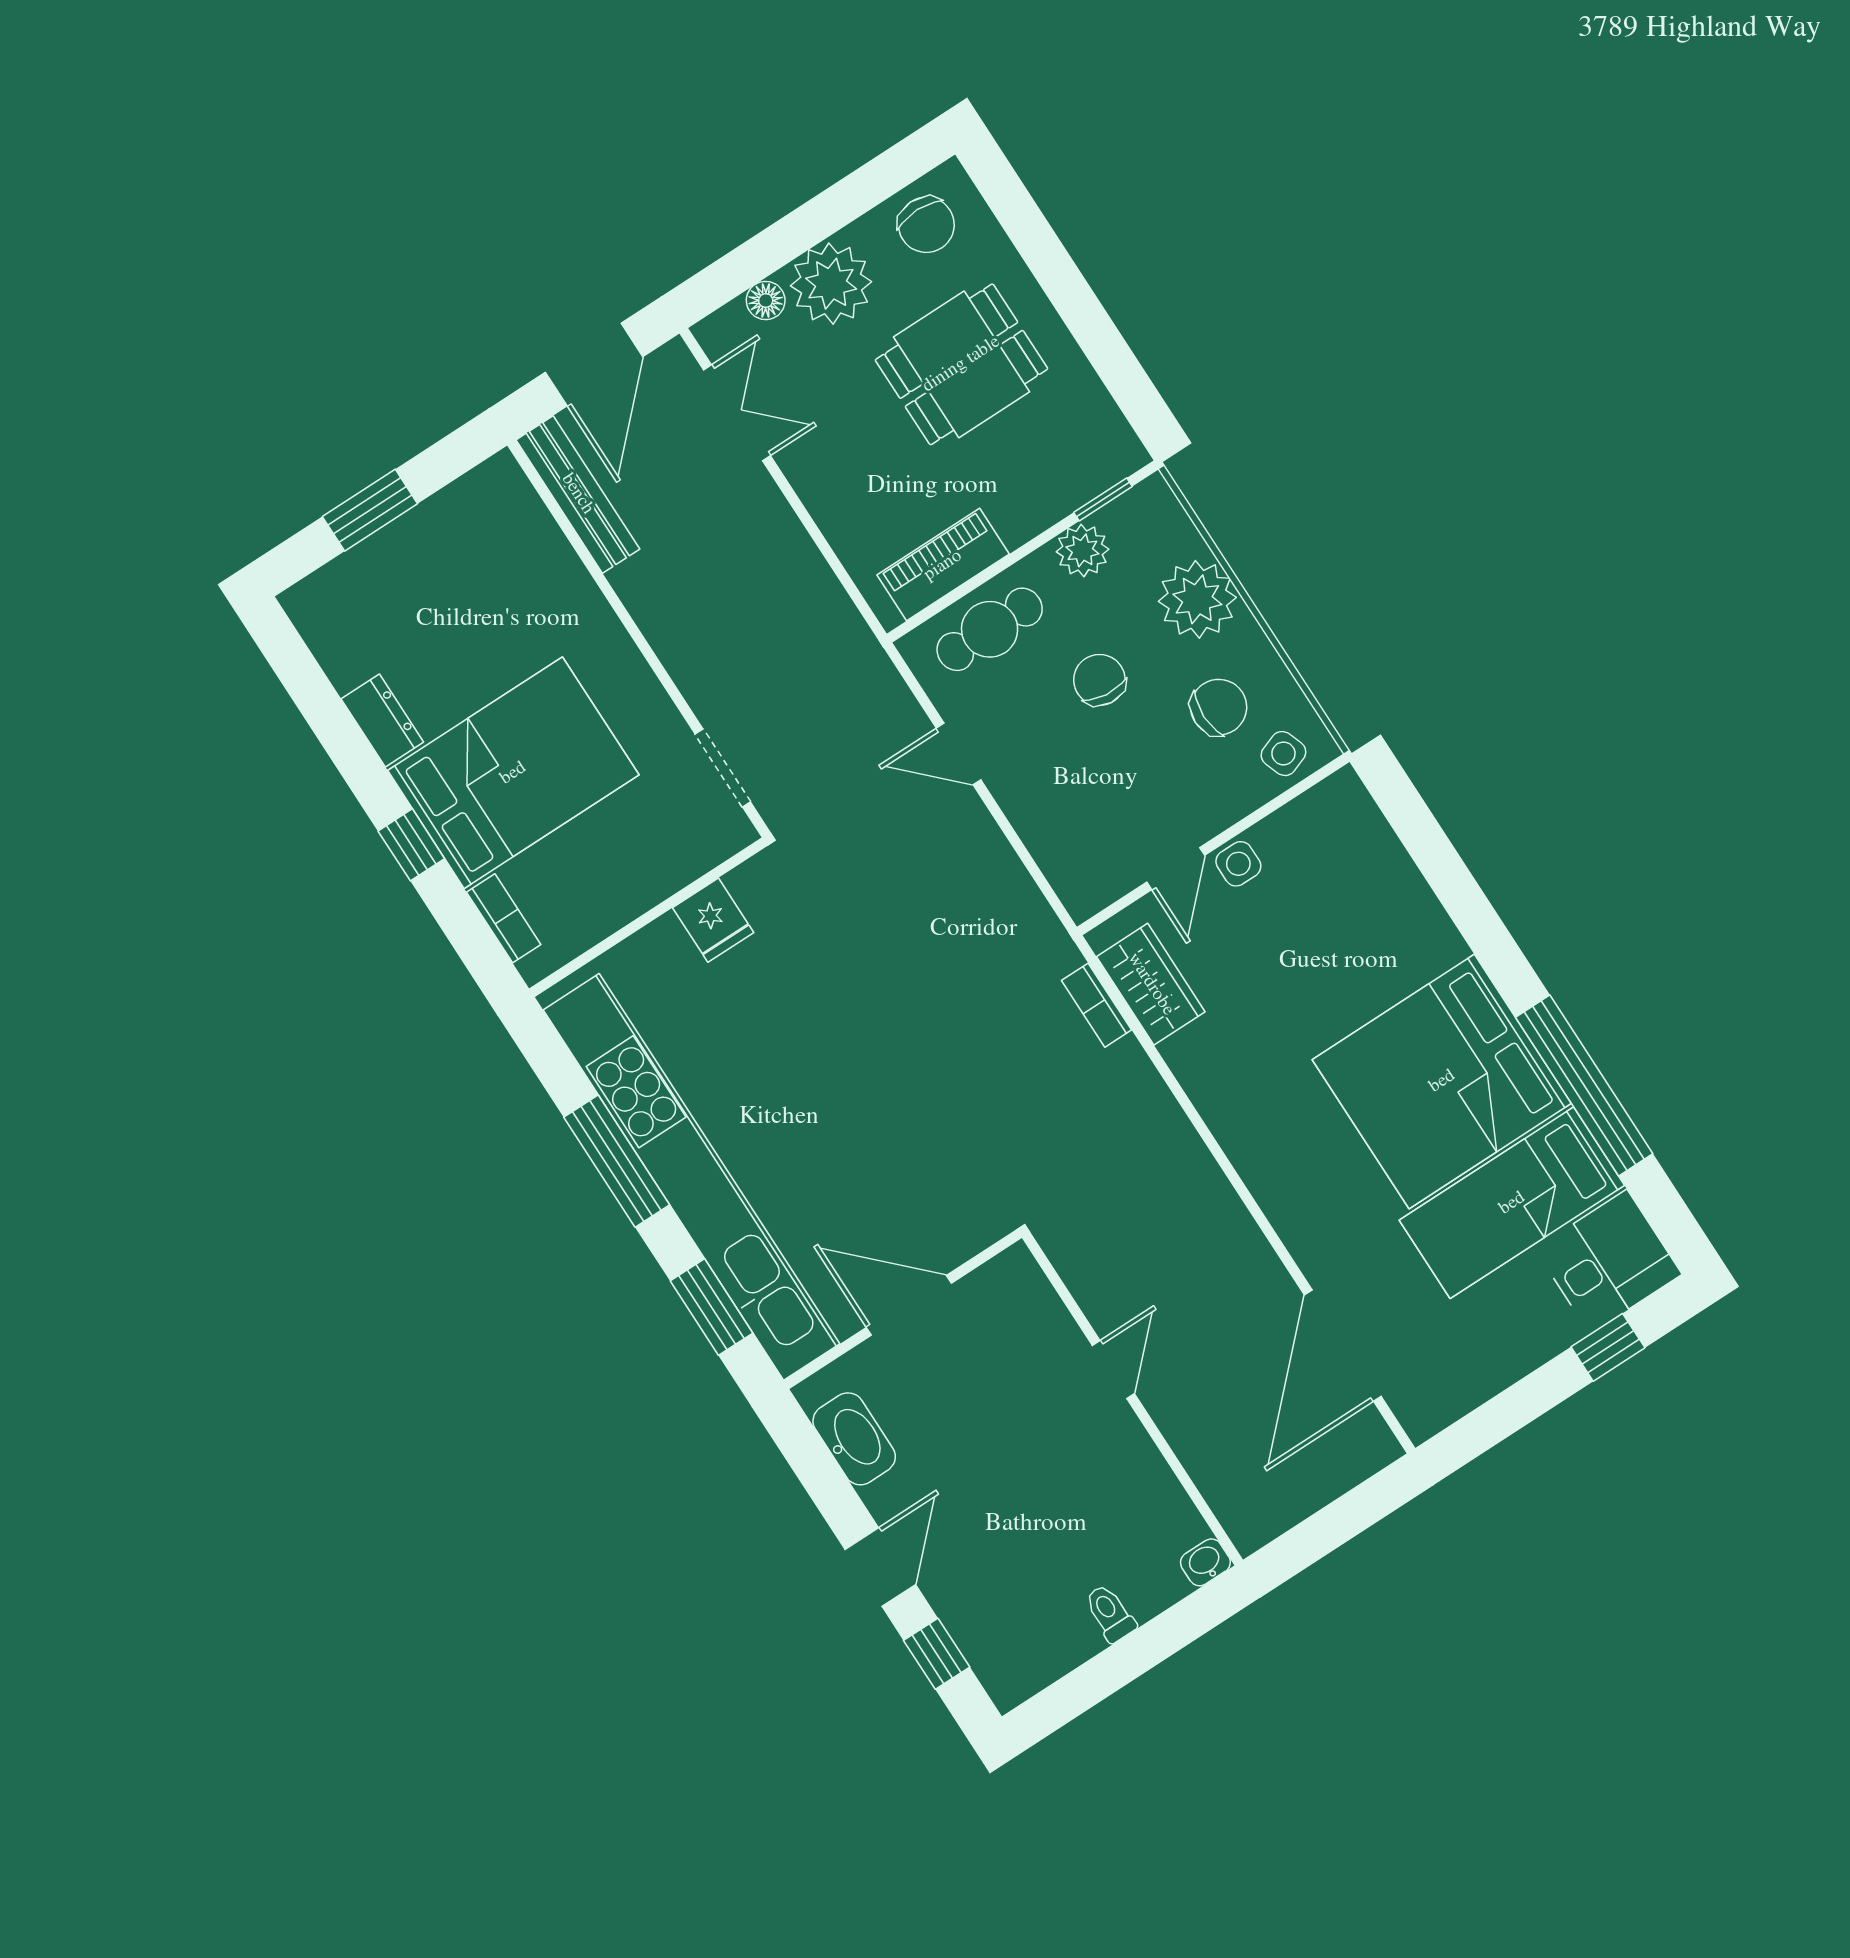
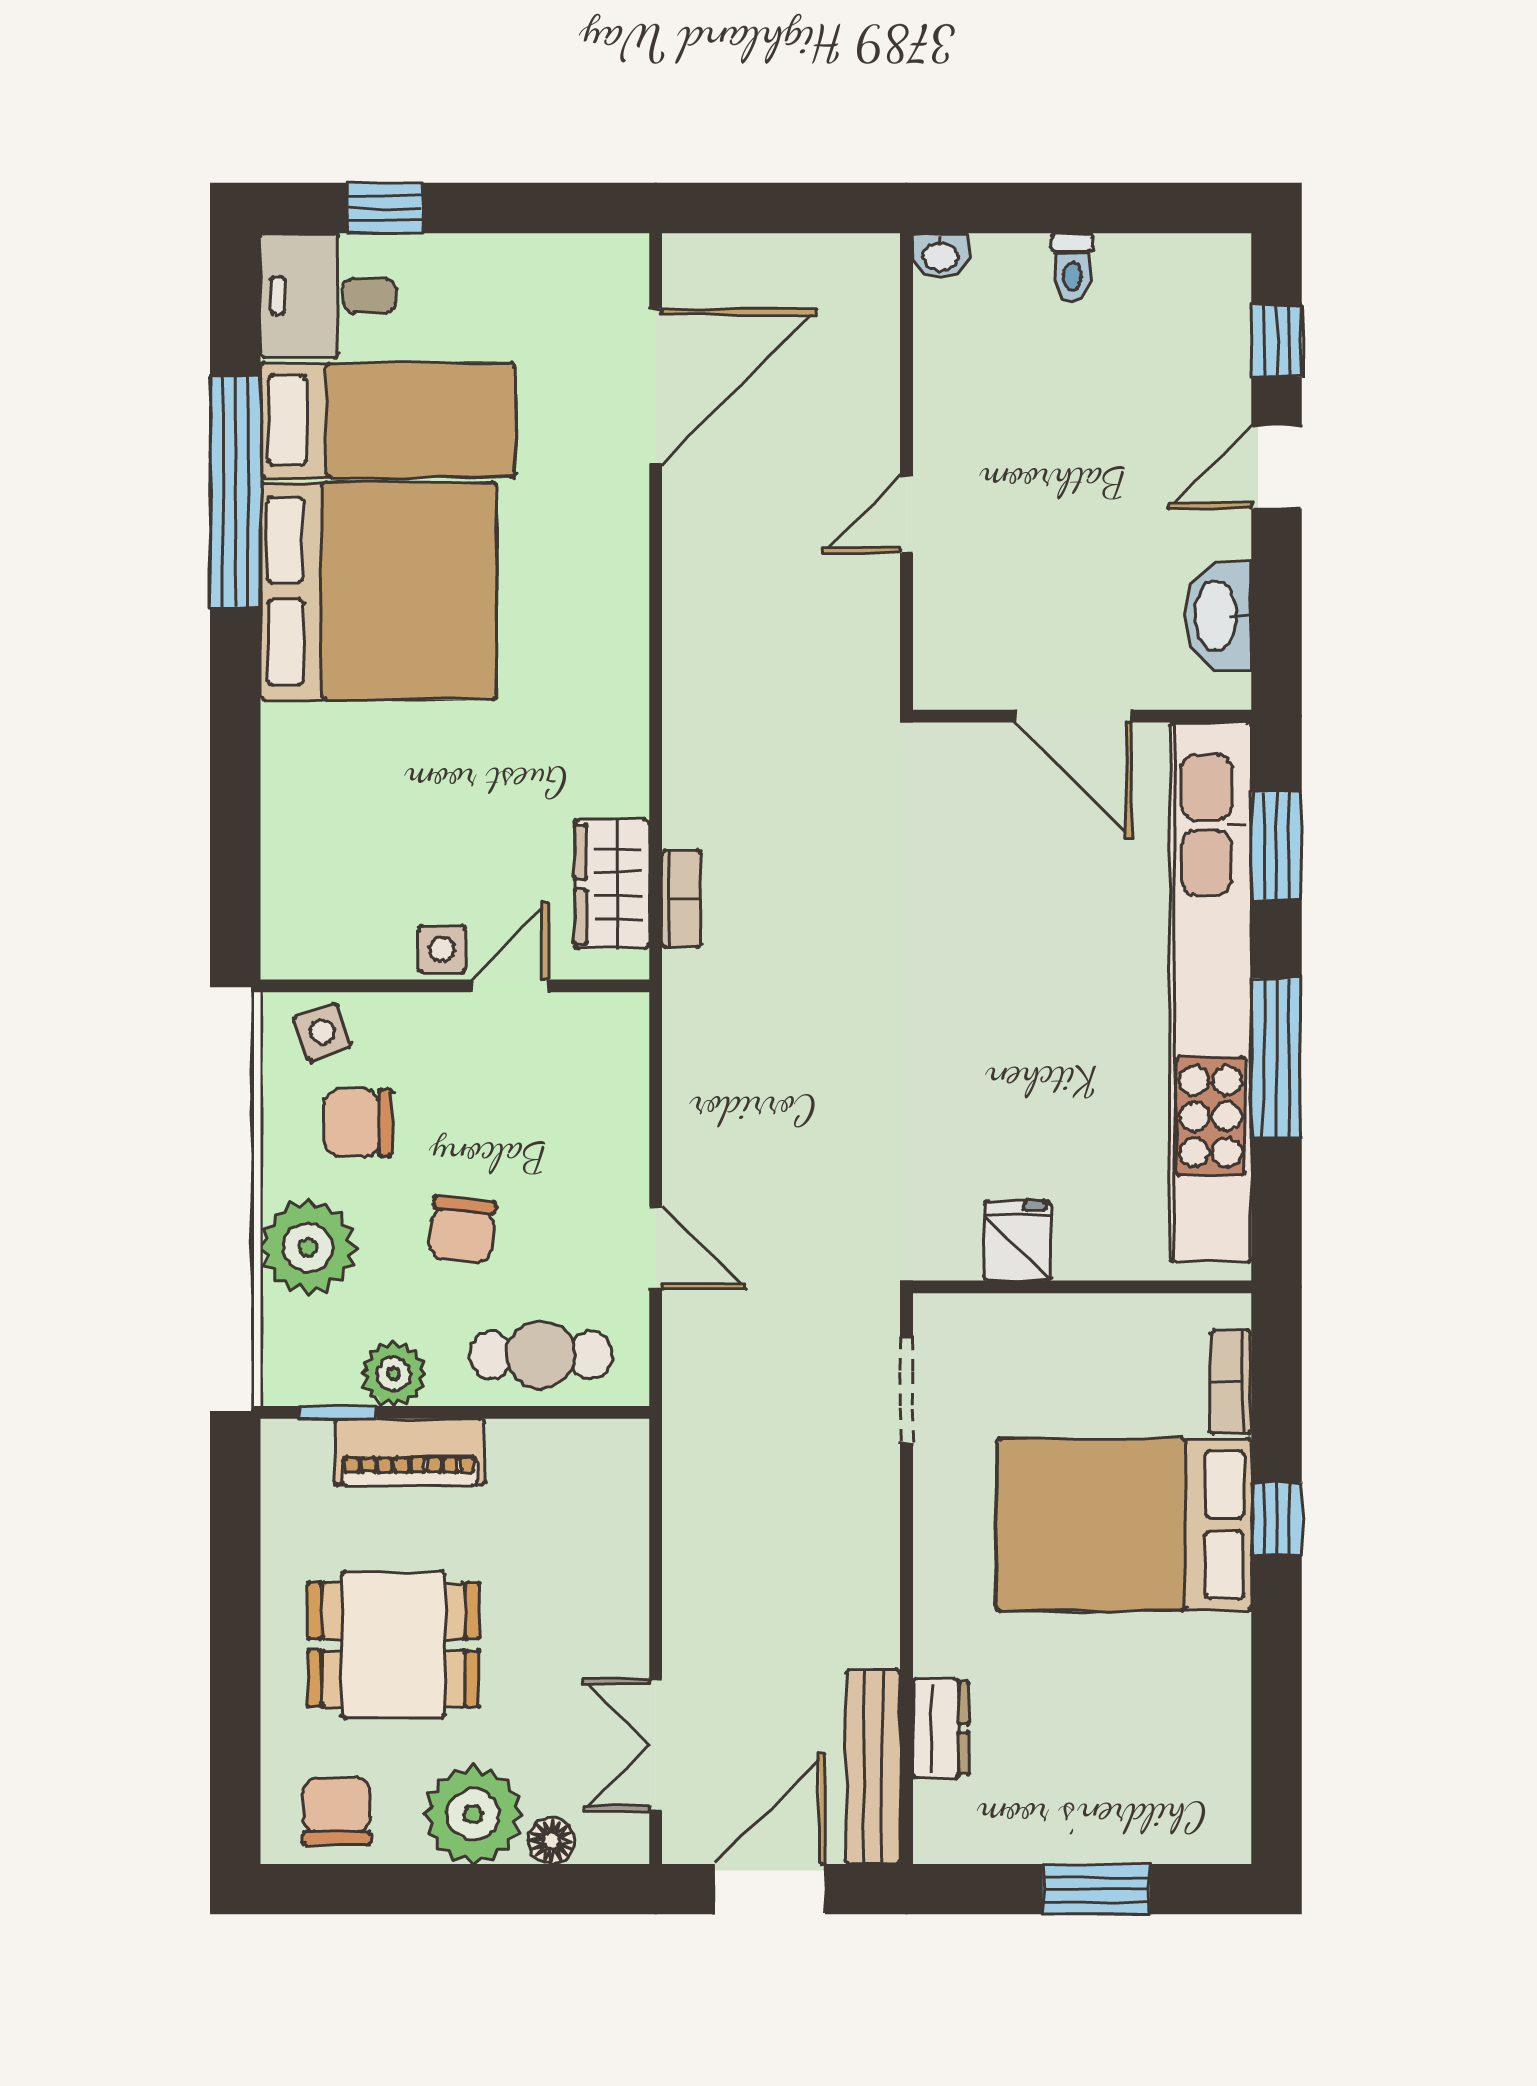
piano: (943, 565) -> (410, 1452), moved
dresser: (382, 720) -> (941, 1728), moved, turned 180

